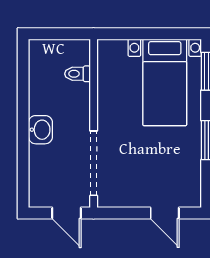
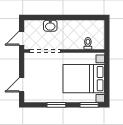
bed with nightstands: (165, 82) -> (84, 79), width x1.36
washbasin: (40, 130) -> (50, 26), moved

